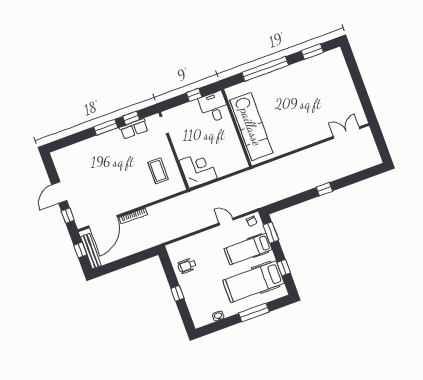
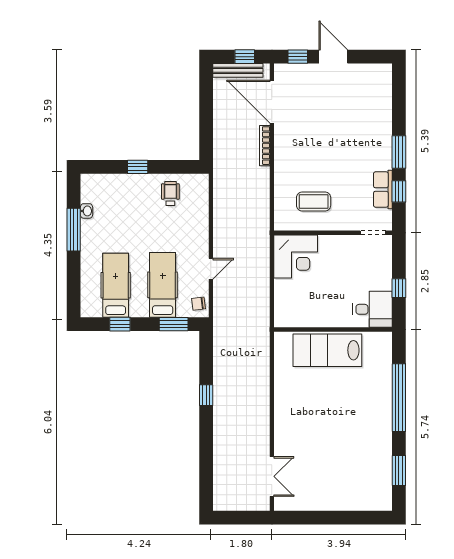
lab bench: (251, 127) -> (327, 350), width x0.73
window: (324, 189) -> (206, 395), moved
hospital bed: (253, 282) -> (116, 285), width x0.73, depth x0.78
window: (254, 312) -> (74, 230), moved

